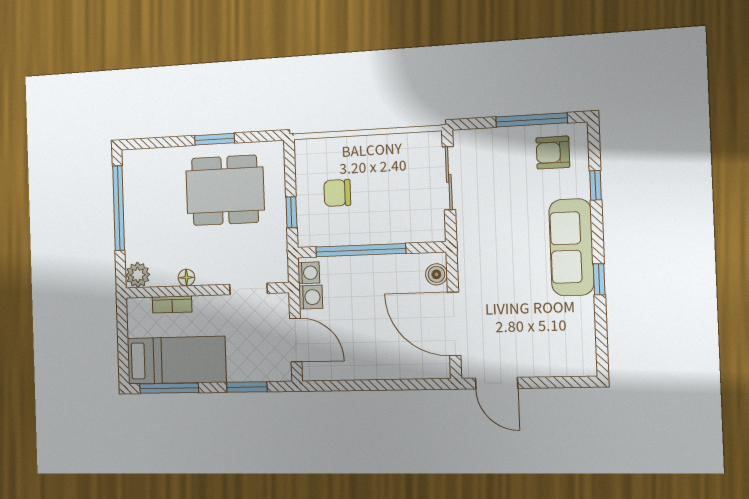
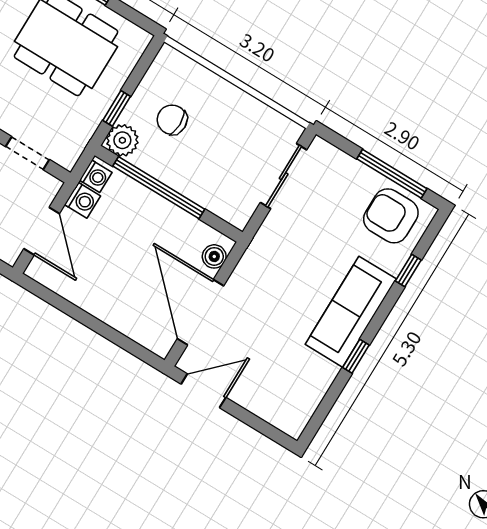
armchair: (553, 153) -> (391, 216), width x1.38, depth x1.38
plant: (311, 233) -> (122, 140), added
door: (497, 383) -> (203, 391), swing flipped

